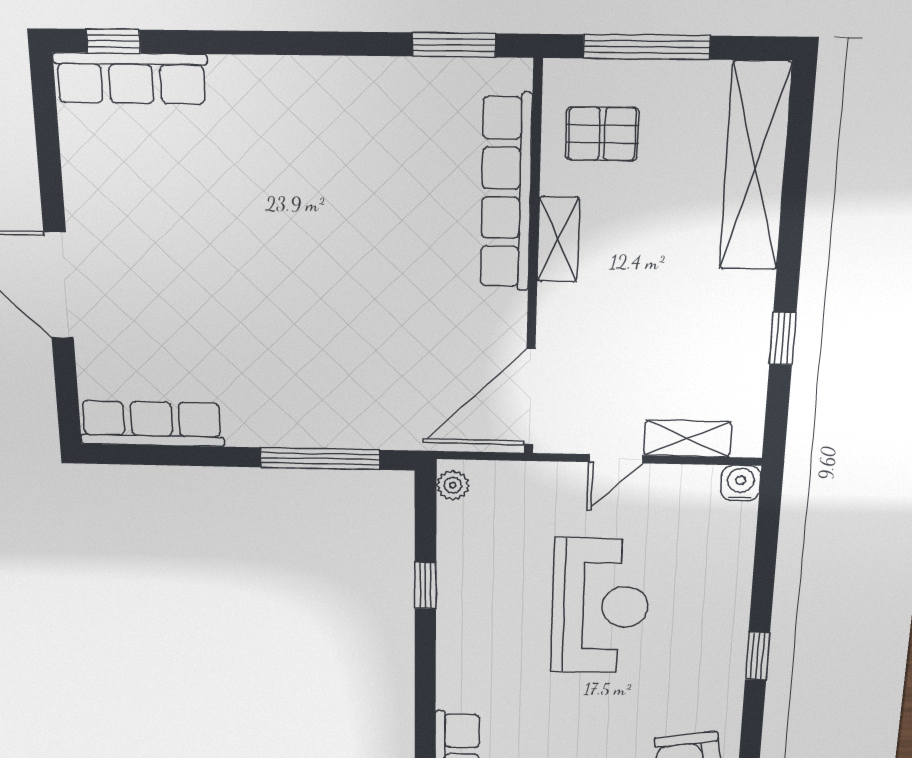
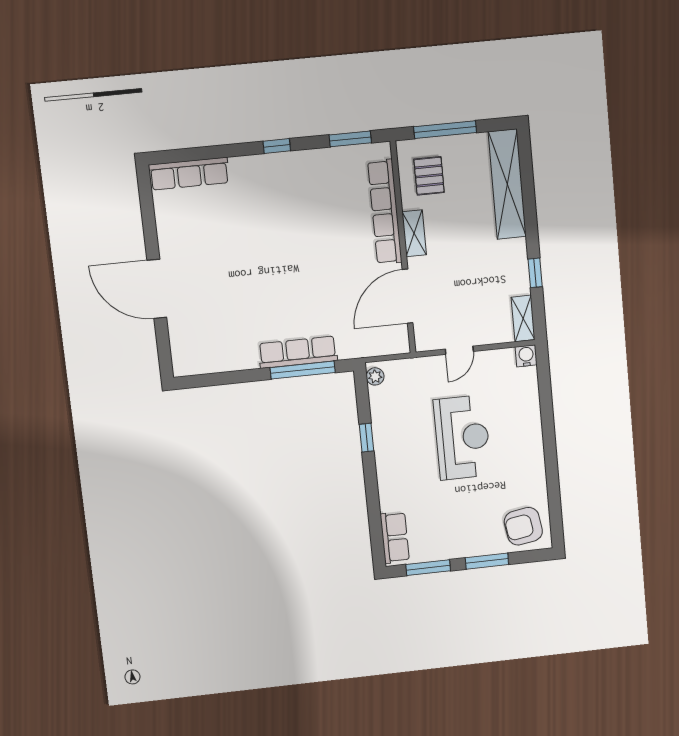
window: (113, 41) -> (277, 146), moved
pallet: (602, 134) -> (429, 176), turned 90
door: (530, 397) -> (408, 296), moved
row of seats: (152, 424) -> (298, 352), moved
shelving: (688, 438) -> (523, 318), moved, turned 90
window: (757, 656) -> (551, 456), removed

